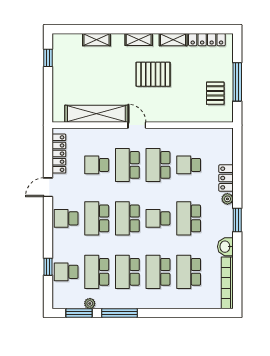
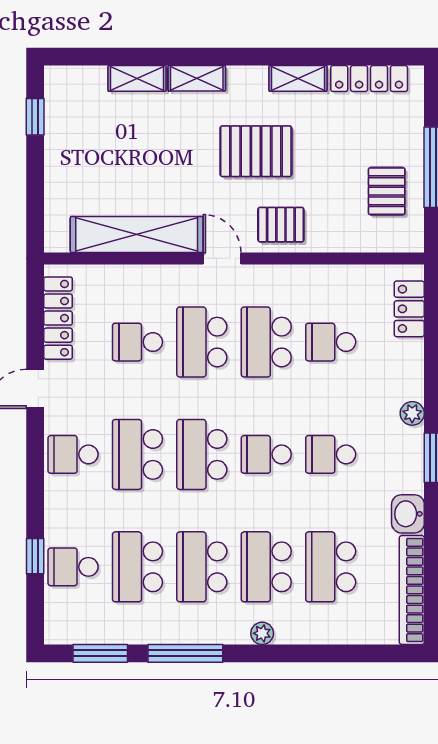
shelving: (139, 39) -> (197, 78), moved
pallet: (165, 109) -> (281, 225), added
locker: (226, 178) -> (409, 309), moved
school desk: (189, 218) -> (331, 454), width x0.54
plant: (90, 303) -> (262, 633), moved

